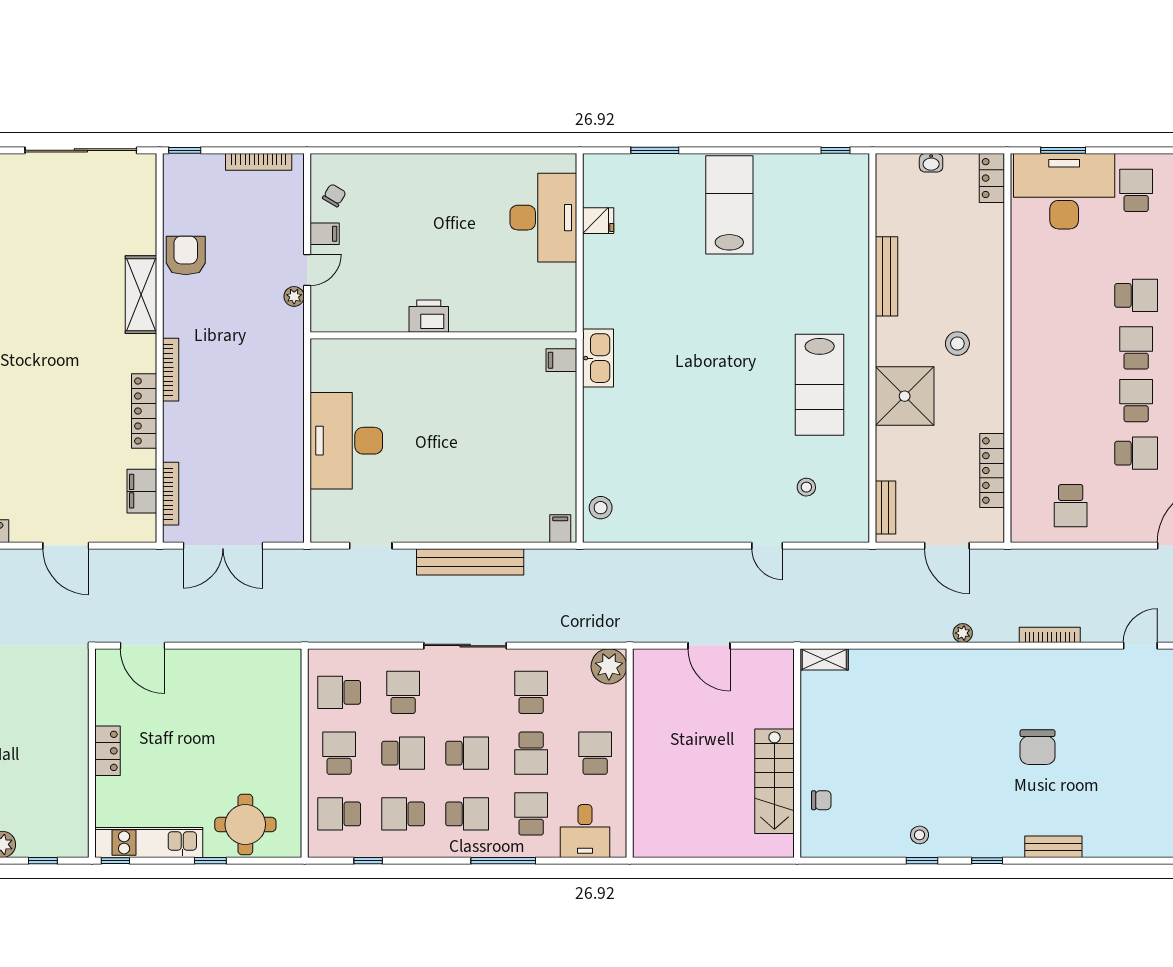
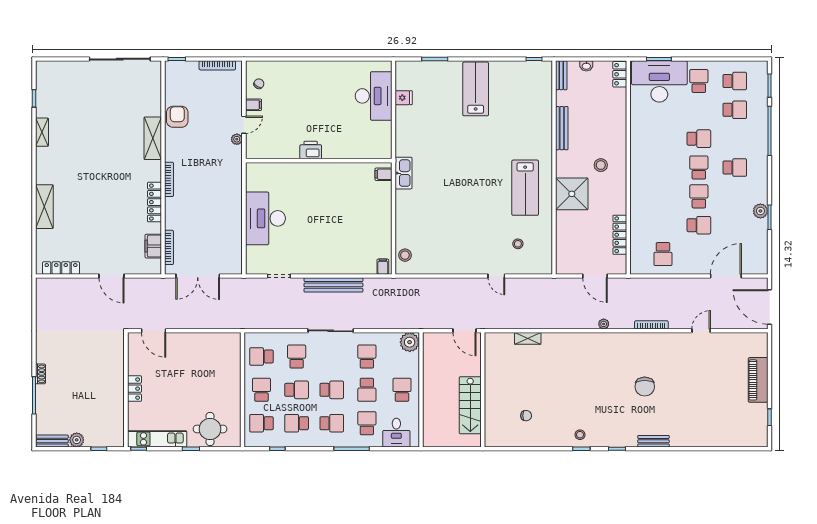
bench: (885, 507) -> (561, 75), moved
wall: (797, 753) -> (483, 390), moved
stairs: (774, 781) -> (470, 405), moved

